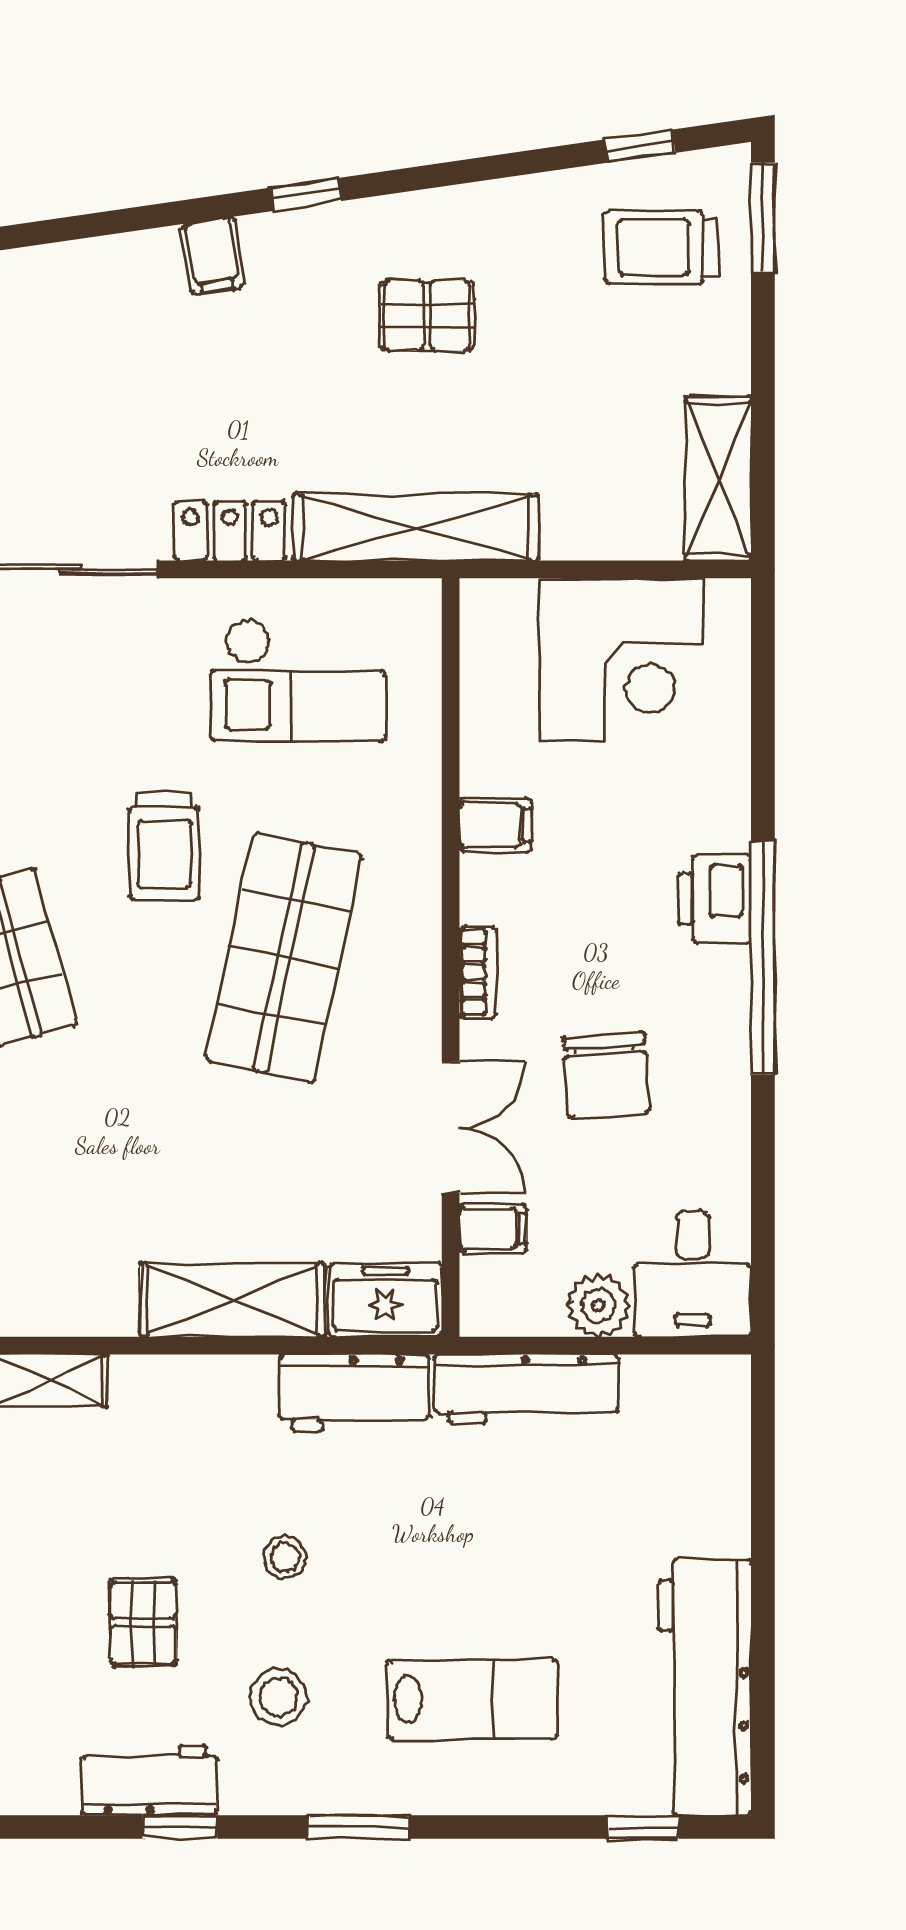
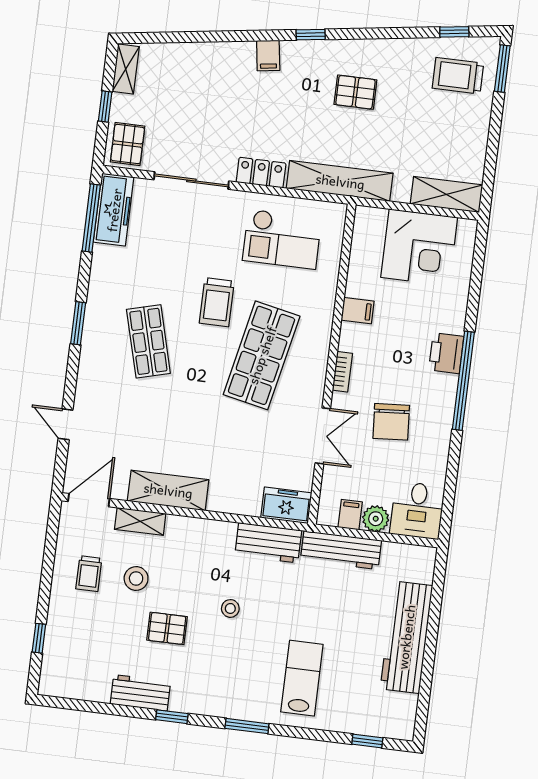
shelving: (718, 479) -> (446, 194), moved, turned 90
filing cabinet: (493, 1229) -> (350, 515), moved, turned -90
shelving: (232, 1300) -> (168, 490), moved
pallet: (143, 1622) -> (167, 628), turned 90
workbench: (705, 1687) -> (406, 637), moved
stool: (278, 1697) -> (136, 578), moved
lab bench: (472, 1699) -> (302, 678), turned -90
workbench: (149, 1780) -> (140, 693), moved

